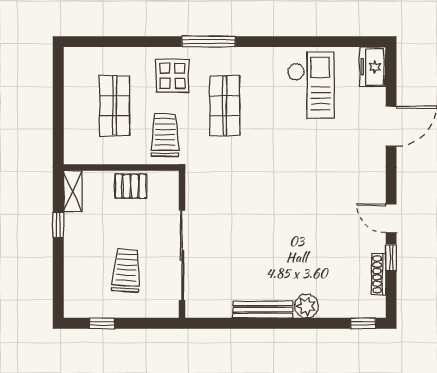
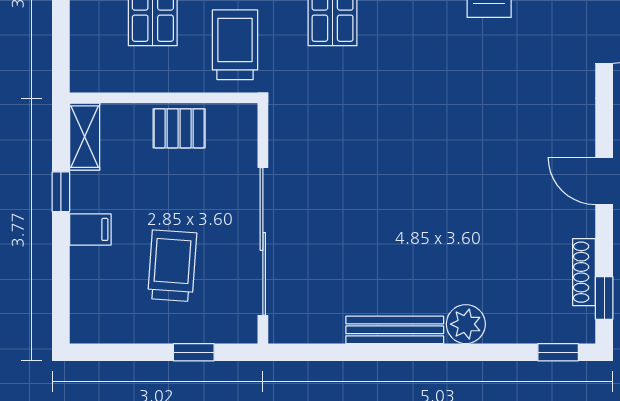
filing cabinet: (76, 248) -> (90, 229), added
window: (391, 258) -> (604, 298), moved
window: (102, 323) -> (194, 352), moved

